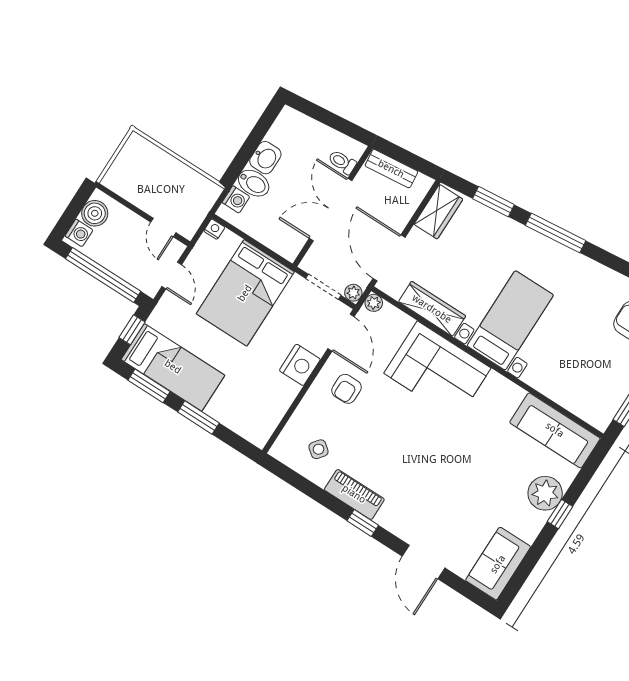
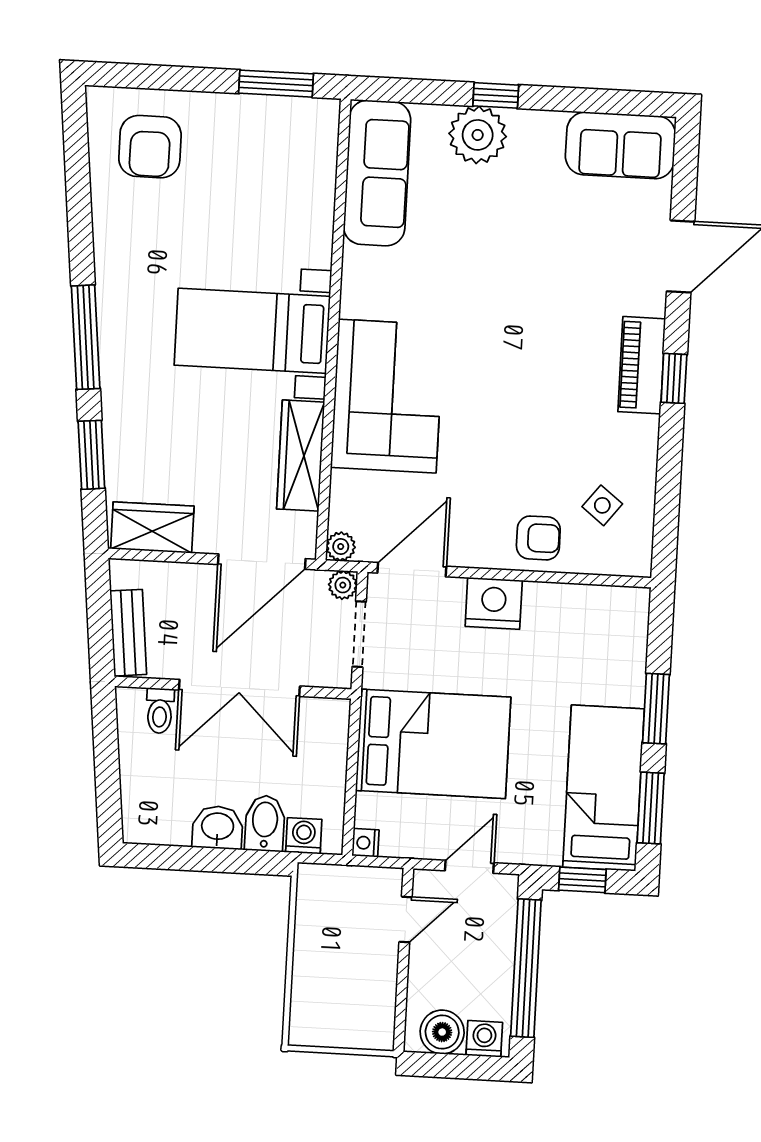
armchair: (347, 389) -> (538, 538), moved
piano: (354, 494) -> (642, 365), moved

